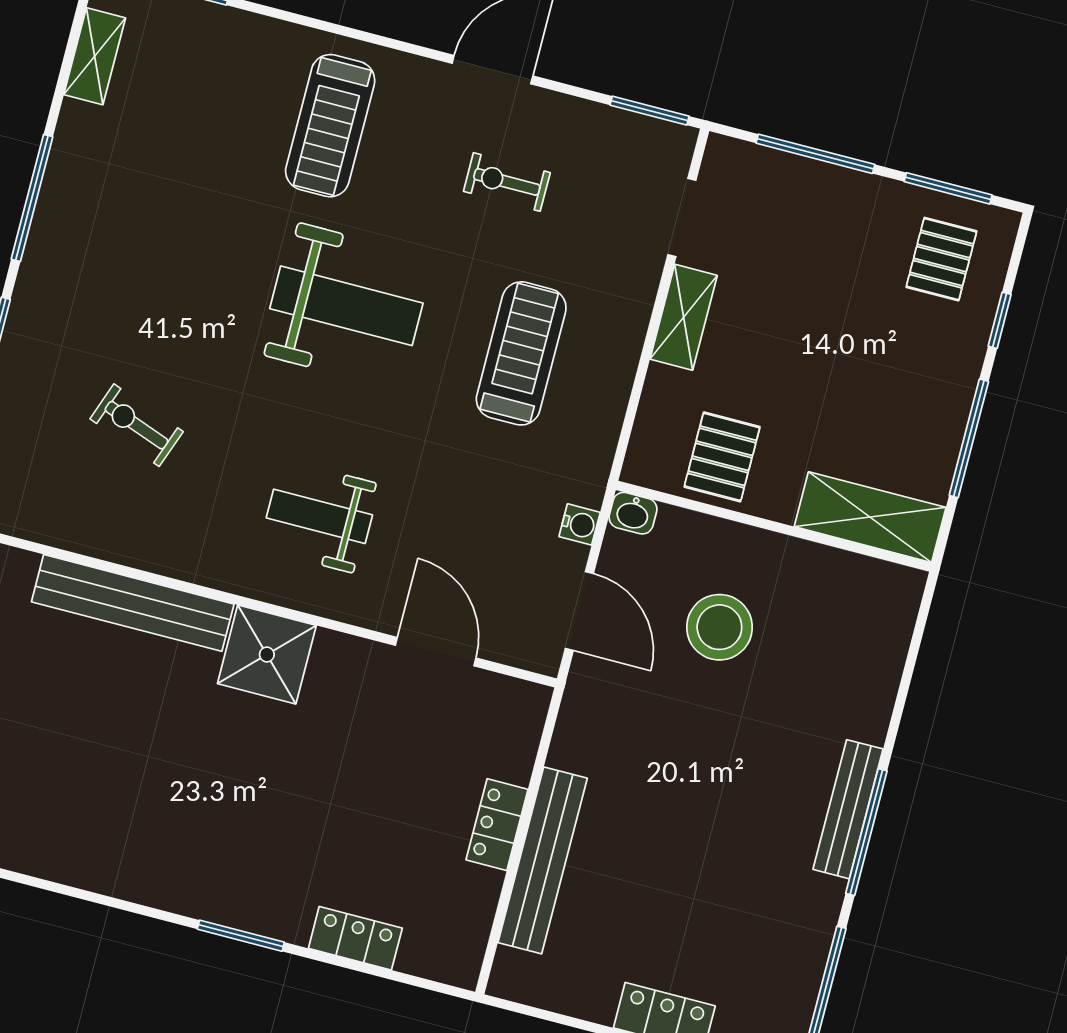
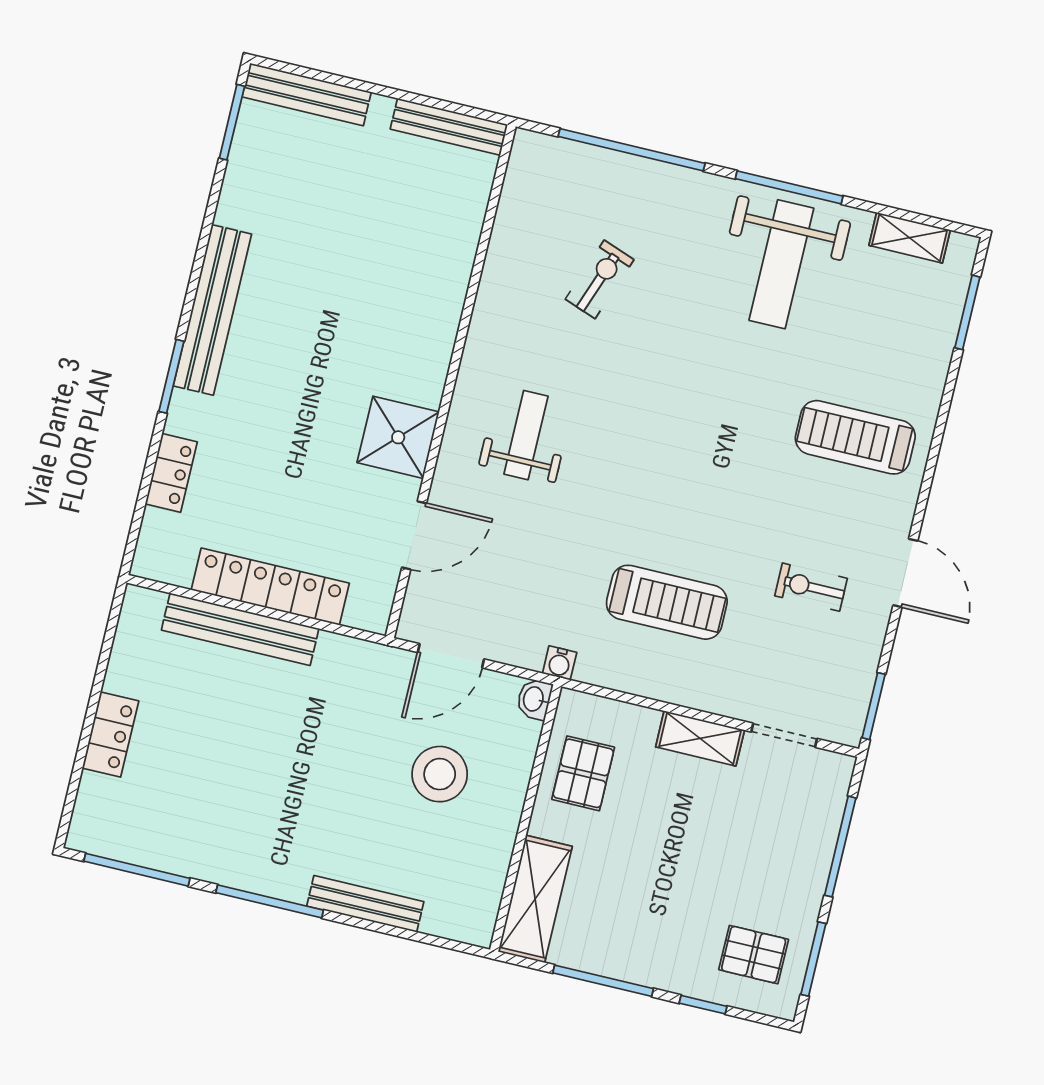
exercise bike: (507, 182) -> (811, 587), turned -90
weight bench: (346, 306) -> (781, 264), moved
pallet: (722, 457) -> (583, 773), turned 90
water cooler: (580, 524) -> (560, 663), moved
bench: (133, 603) -> (212, 310), moved
shower: (267, 655) -> (398, 437), moved
bench: (848, 809) -> (365, 904), moved
locker: (497, 825) -> (270, 587), width x2.16, depth x1.21

